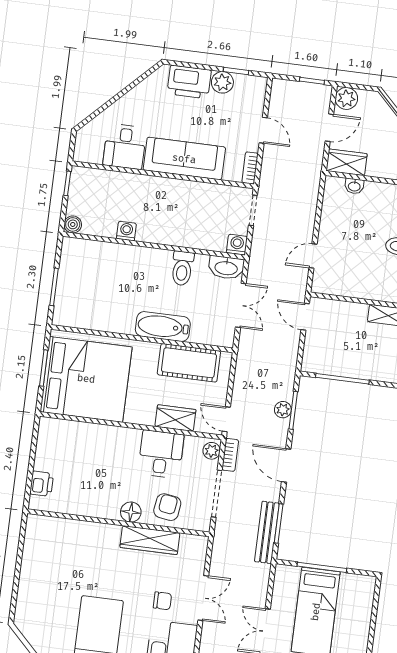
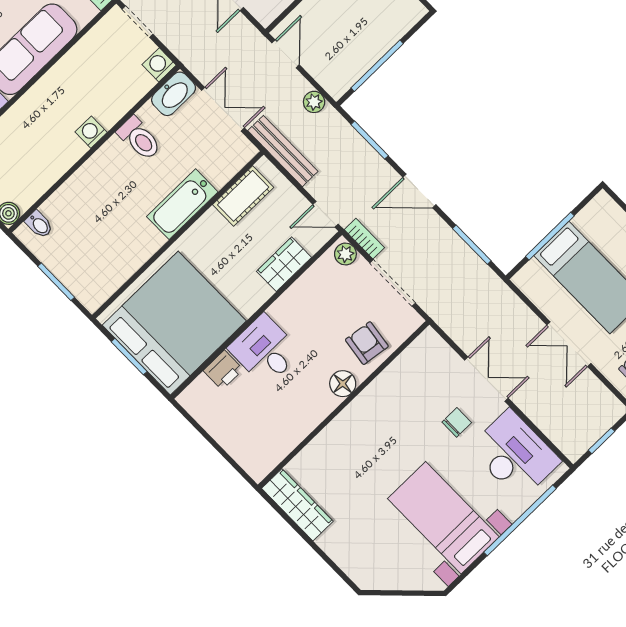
washing machine: (126, 231) -> (91, 132), moved
bidet: (81, 249) -> (39, 224), added
door: (305, 317) -> (286, 54), swing flipped
cot: (189, 363) -> (243, 196), width x0.73, depth x0.75
plant: (283, 410) -> (314, 102), moved
desk: (161, 454) -> (265, 350), moved
printer: (42, 484) -> (223, 370), moved, turned 90
bench: (267, 532) -> (283, 151), moved
wardrobe: (150, 540) -> (297, 505), moved, turned -90

